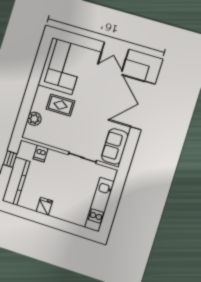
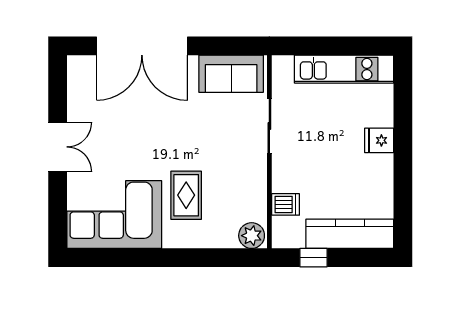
double door: (115, 51) -> (58, 147), moved
plant: (34, 119) -> (252, 236), moved
fridge: (44, 206) -> (379, 140), moved

